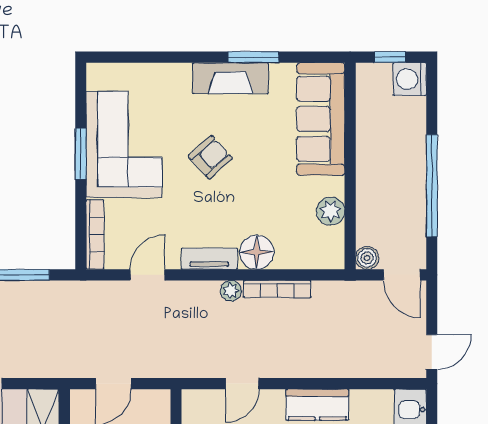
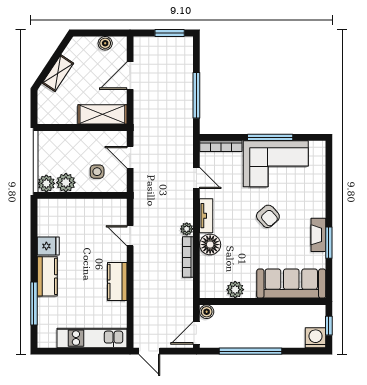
fireplace: (231, 78) -> (318, 235), width x0.73, depth x0.76
window: (81, 154) -> (270, 137), width x1.44

